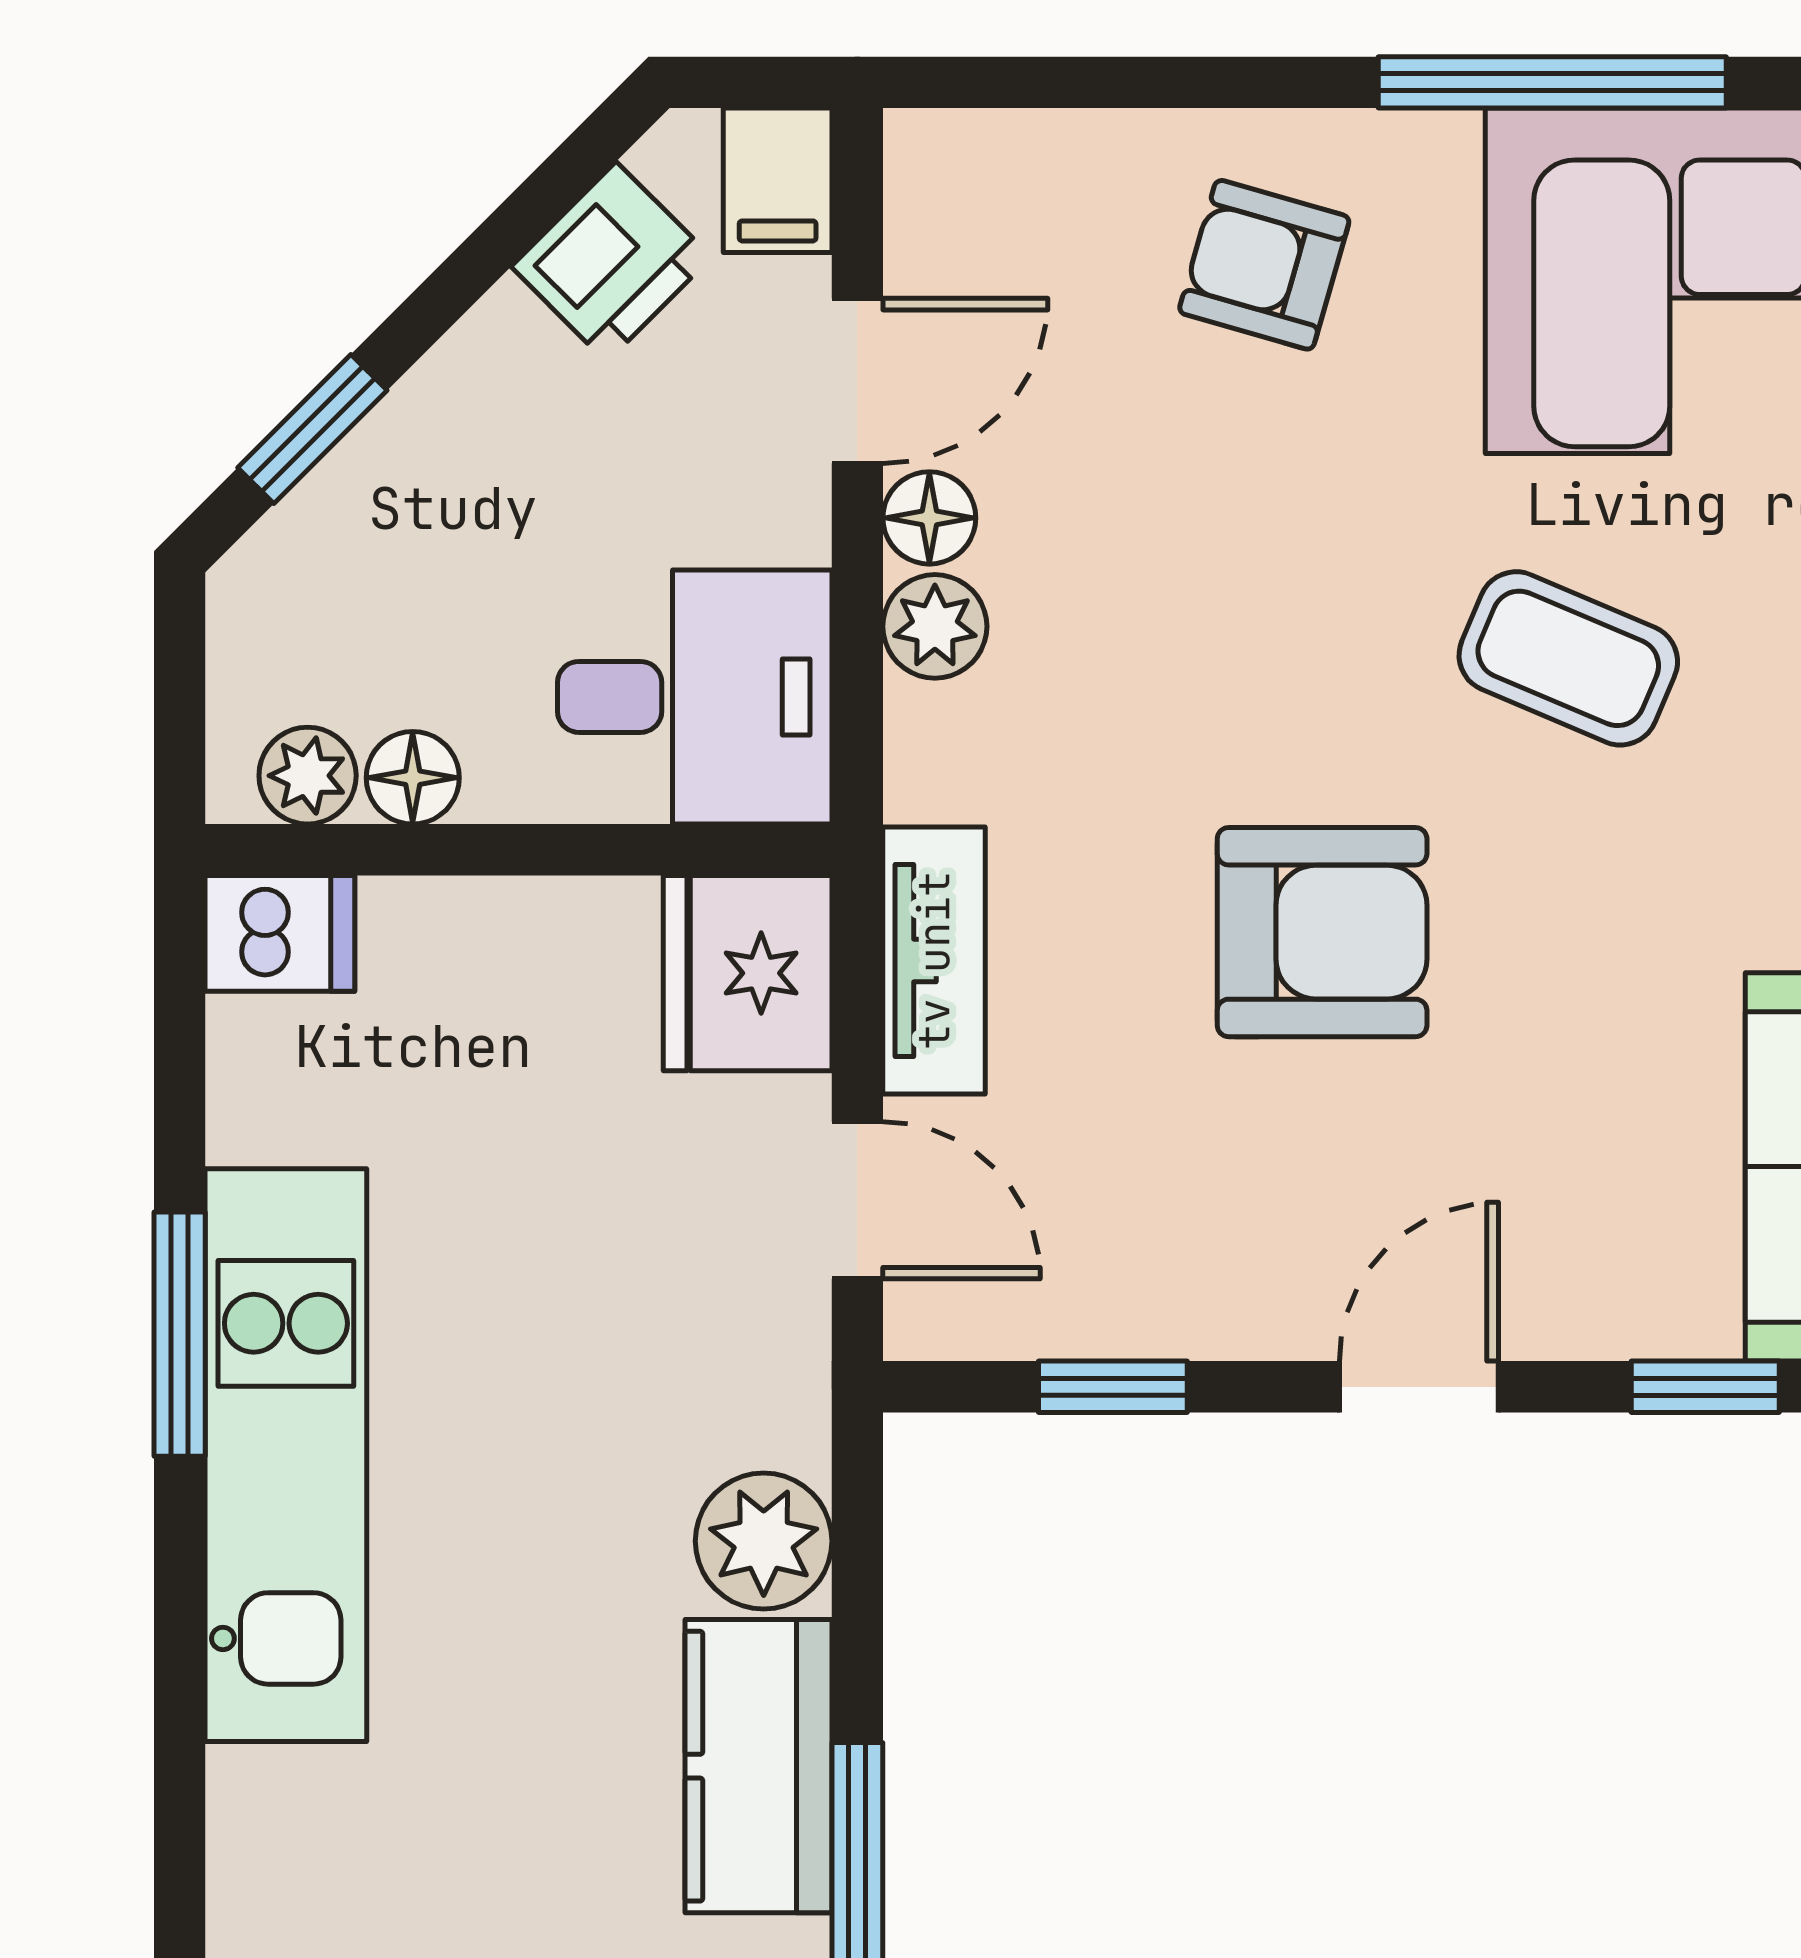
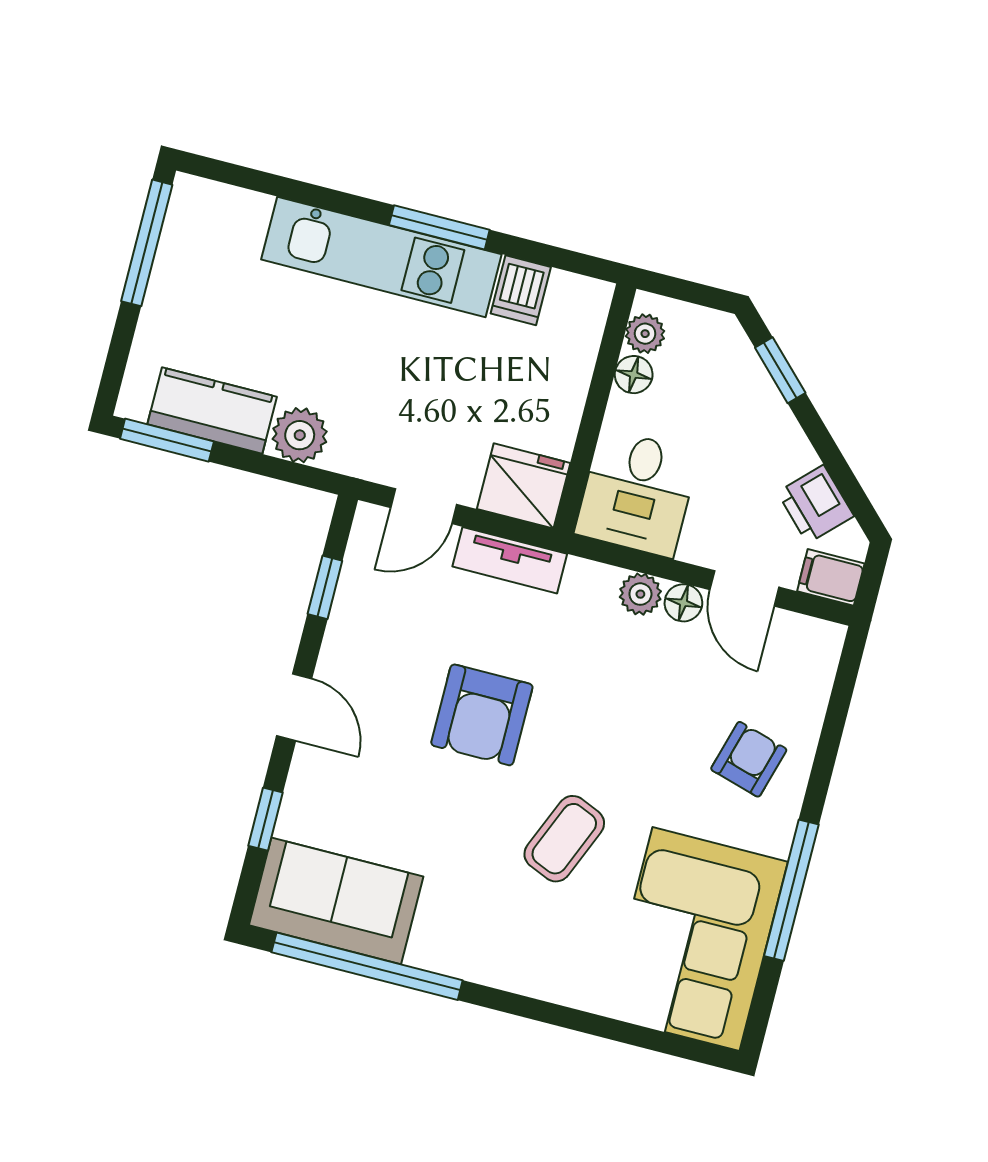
dishwasher: (280, 933) -> (521, 290), moved

